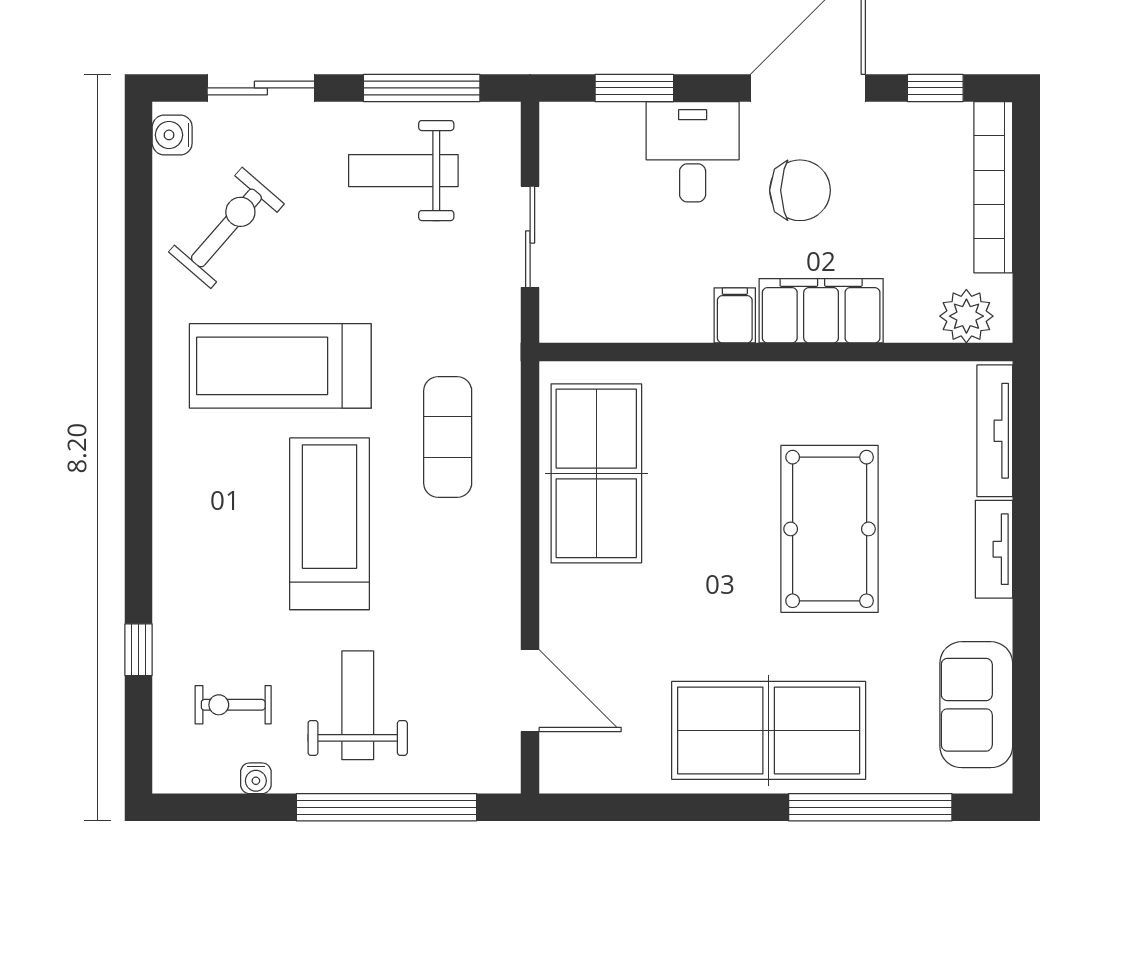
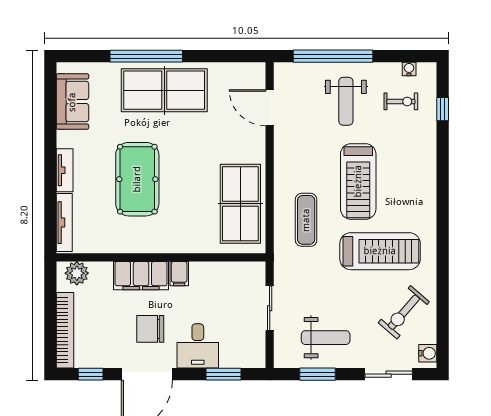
window: (422, 88) -> (318, 374), width x0.69
window: (139, 650) -> (443, 109), moved
water cooler: (256, 778) -> (409, 69), moved
window: (870, 807) -> (146, 56), moved

